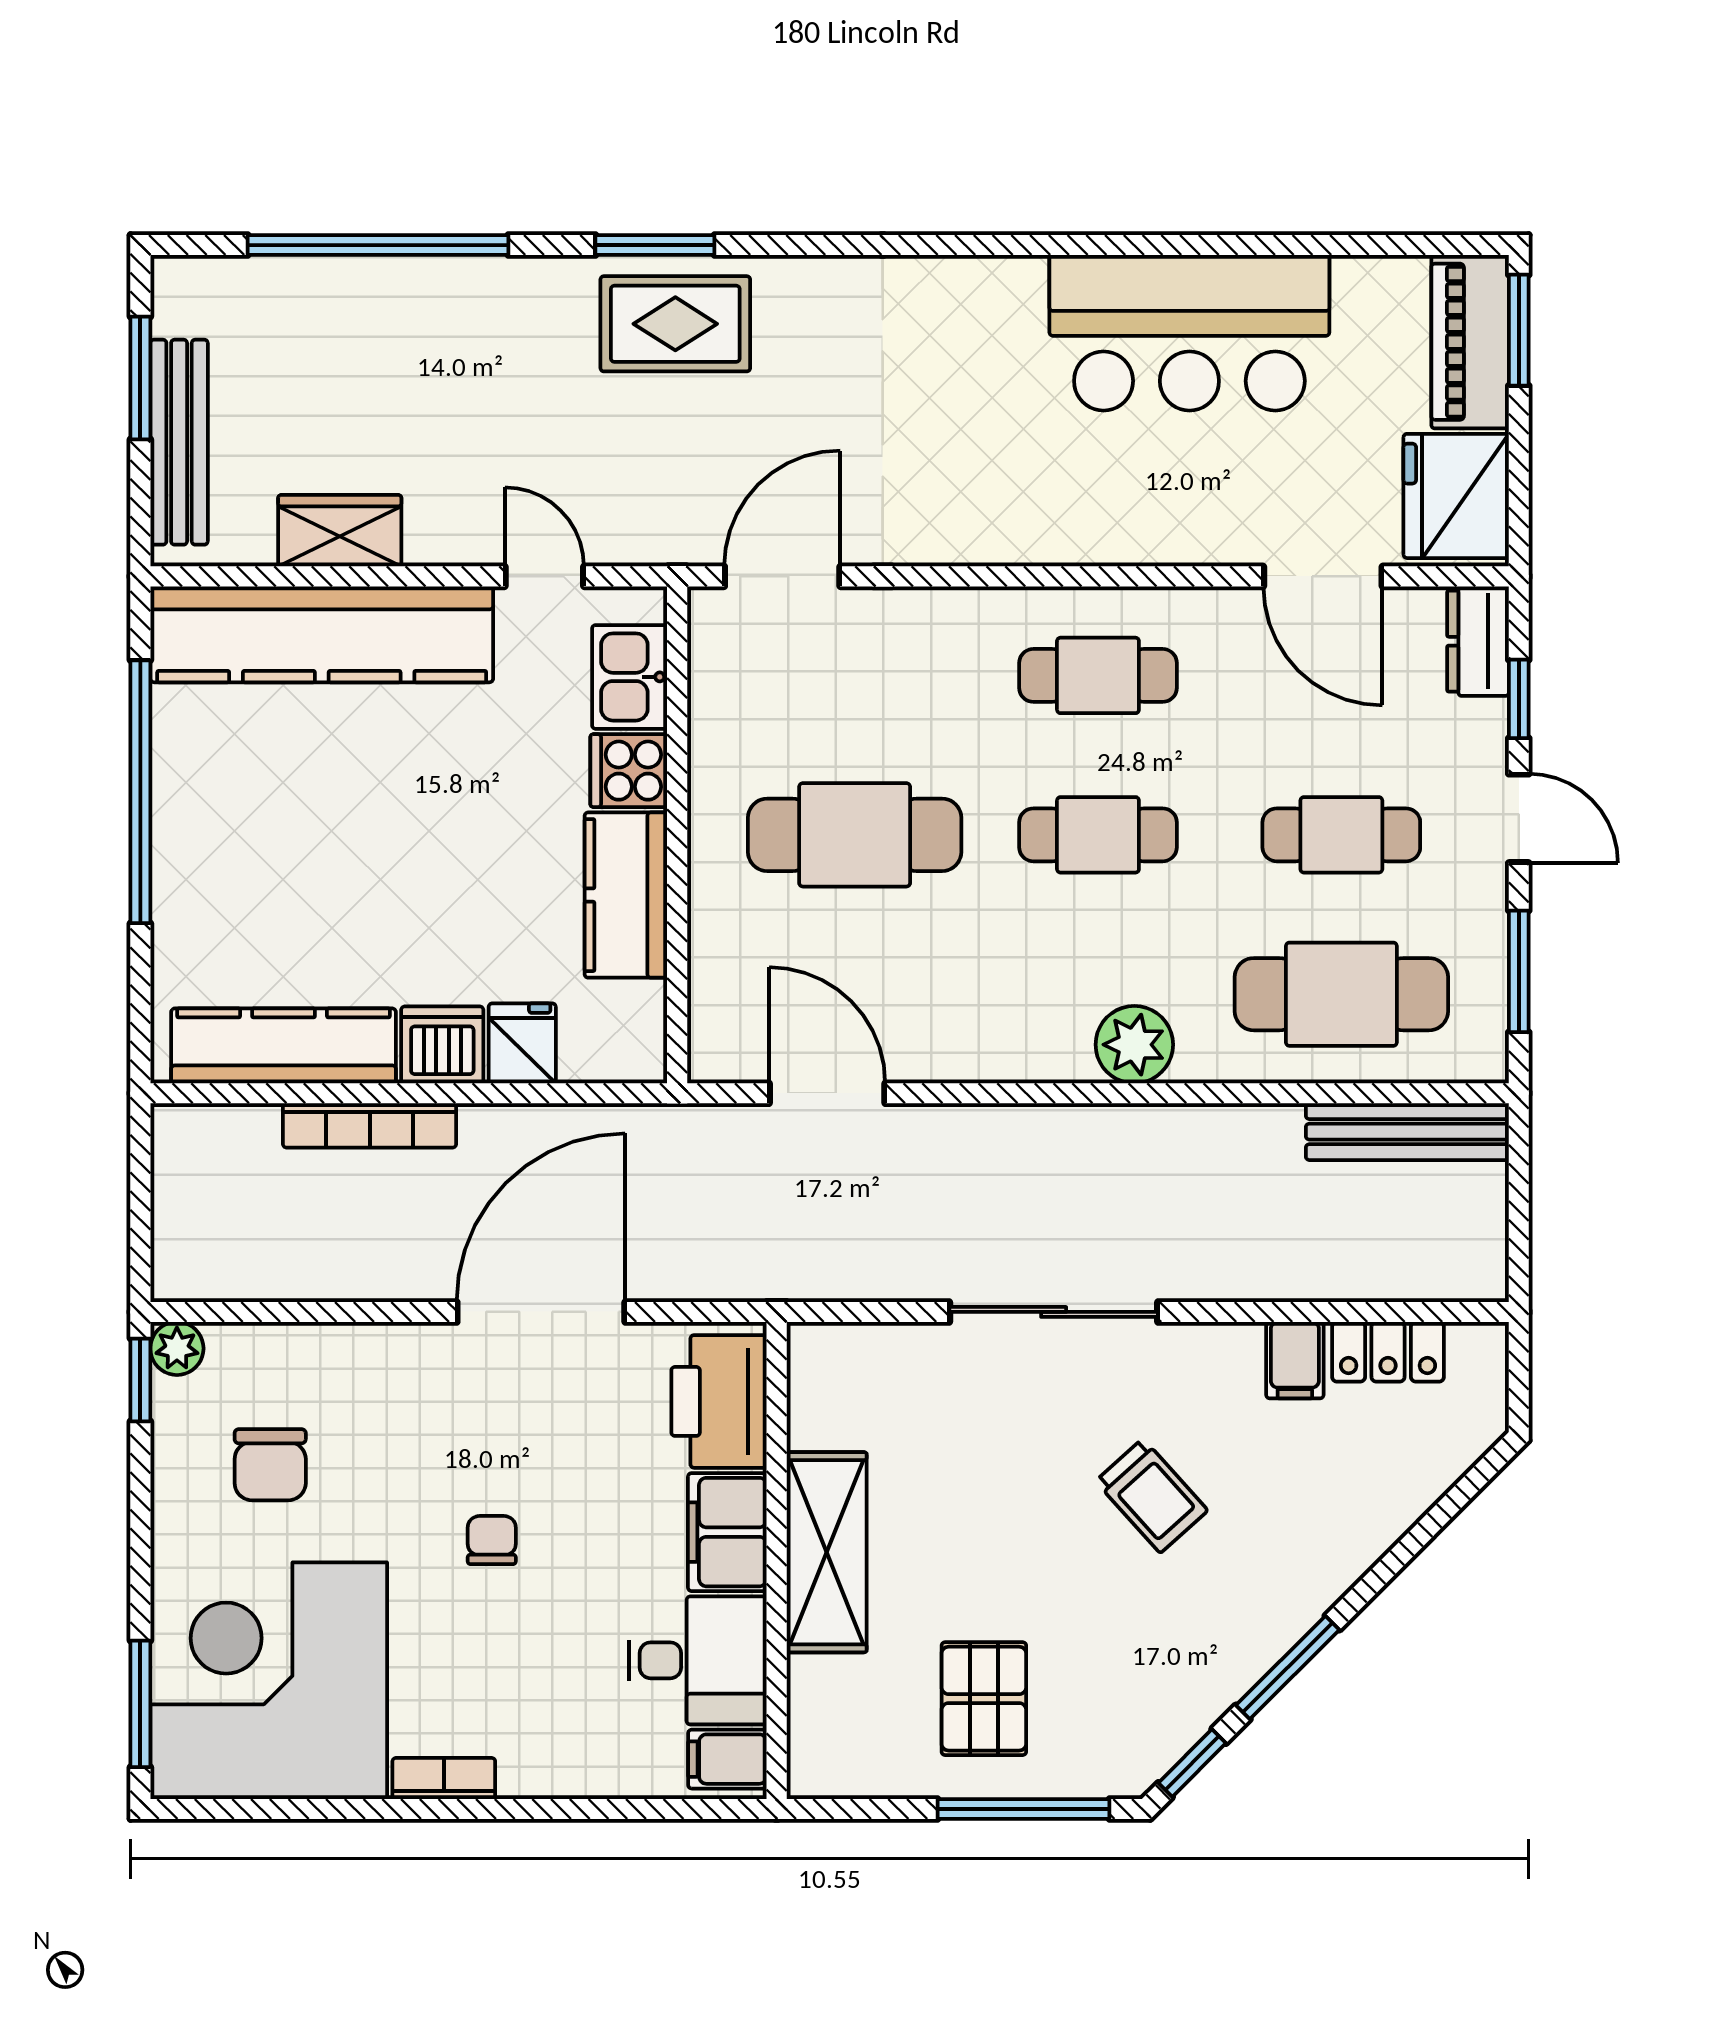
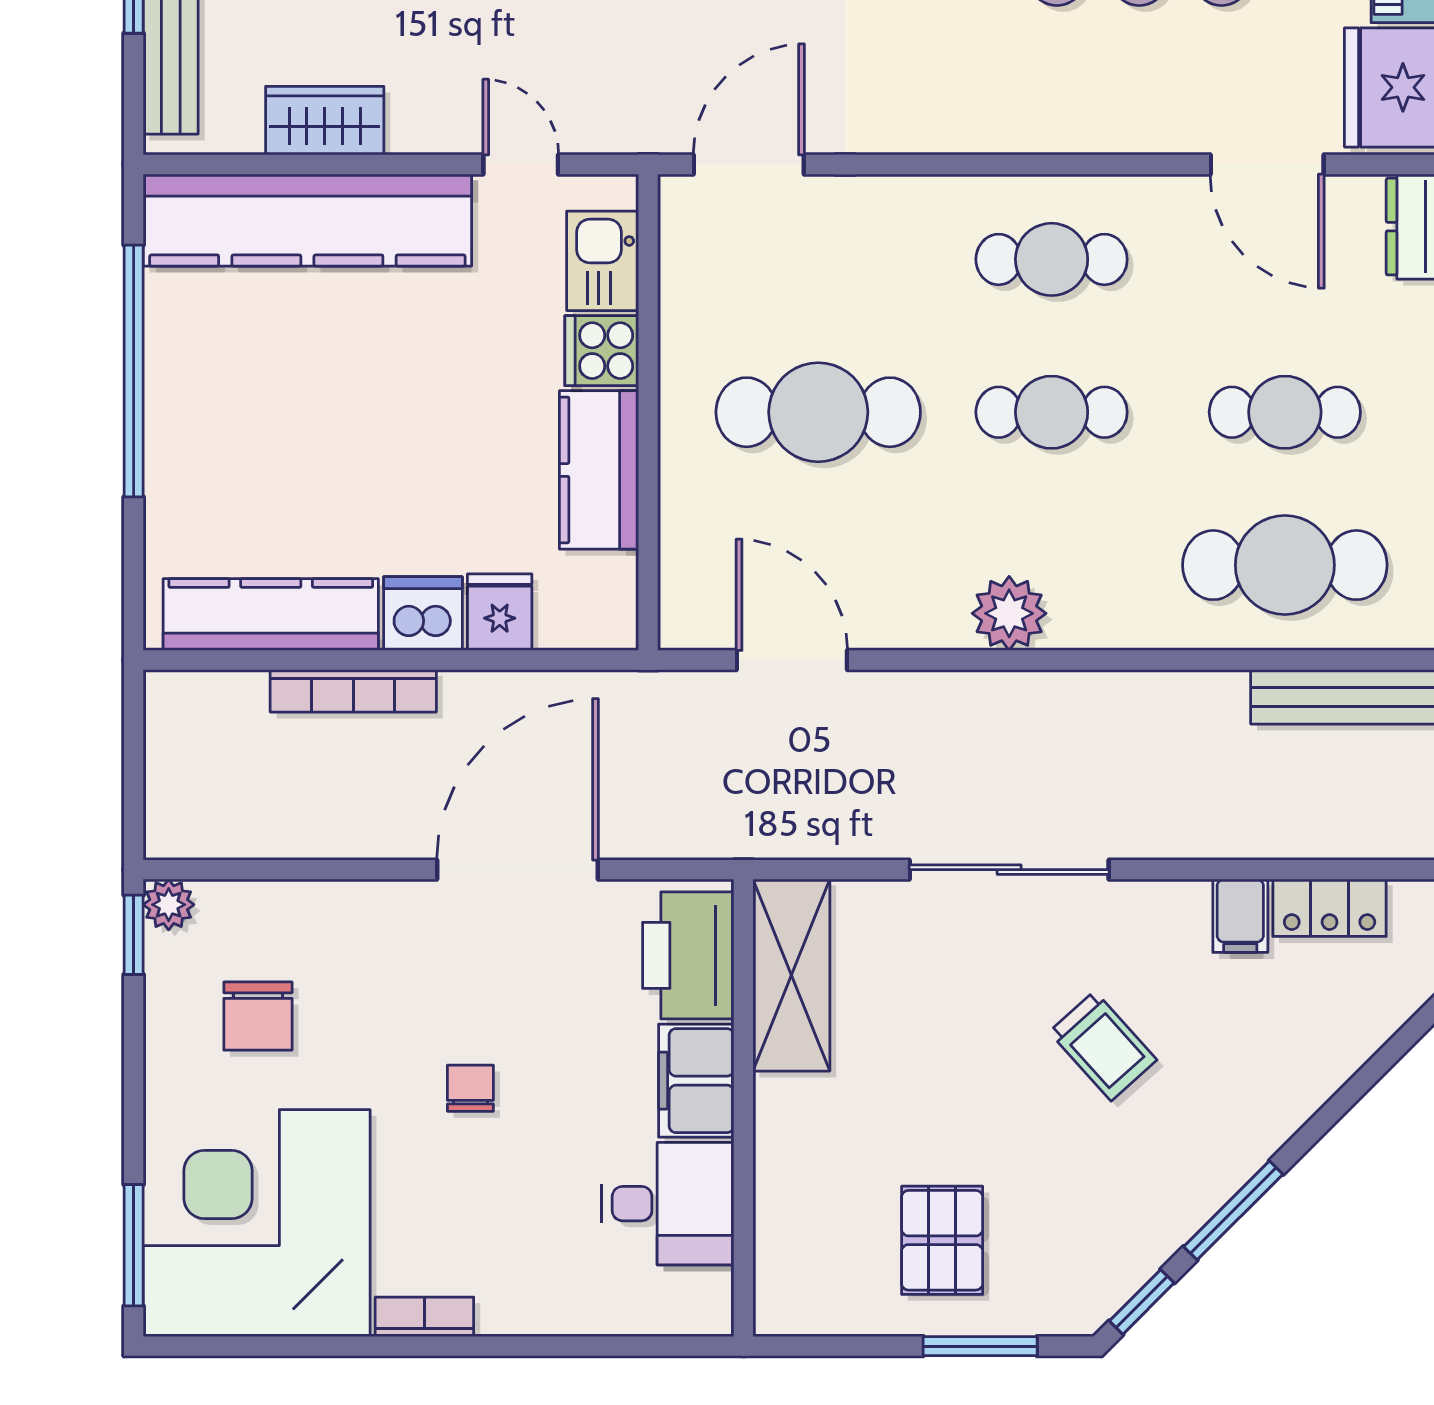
plant: (1134, 1045) -> (1009, 613), moved
shelving: (827, 1552) -> (791, 975), moved
filing cabinet: (727, 1759) -> (696, 1298), removed
window: (1024, 1809) -> (980, 1346), width x0.69

